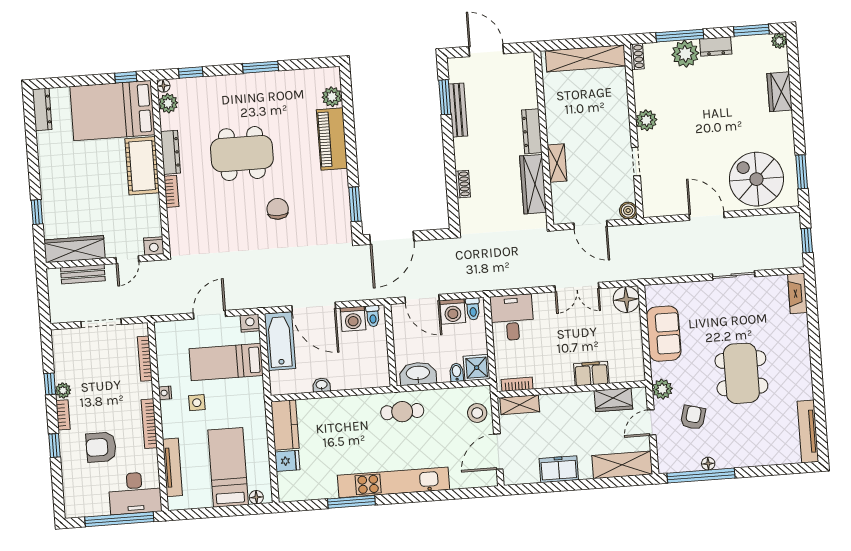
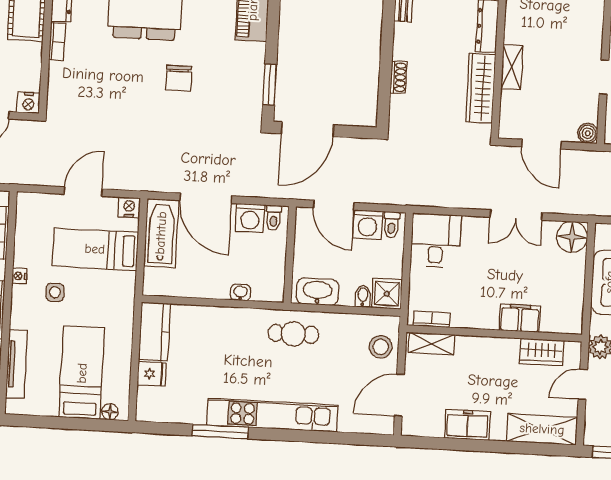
chair: (278, 209) -> (179, 78), turned 180
washbasin: (322, 385) -> (241, 292), moved

